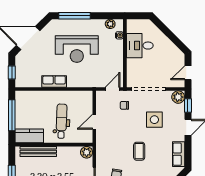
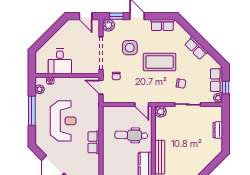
window: (74, 16) -> (32, 111), moved
door: (94, 122) -> (142, 104), moved
coffee table: (139, 151) -> (160, 62), width x1.86, depth x1.72

